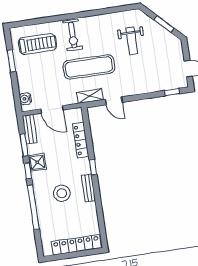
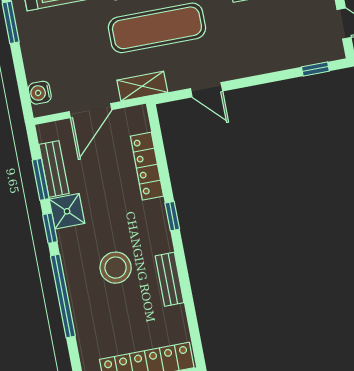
shelving: (90, 96) -> (142, 86), moved
door: (52, 109) -> (91, 111), hinge flipped
bench: (30, 129) -> (54, 169), moved
bench: (88, 188) -> (170, 279), moved

